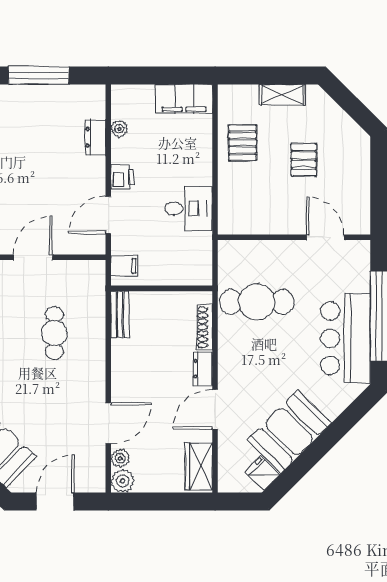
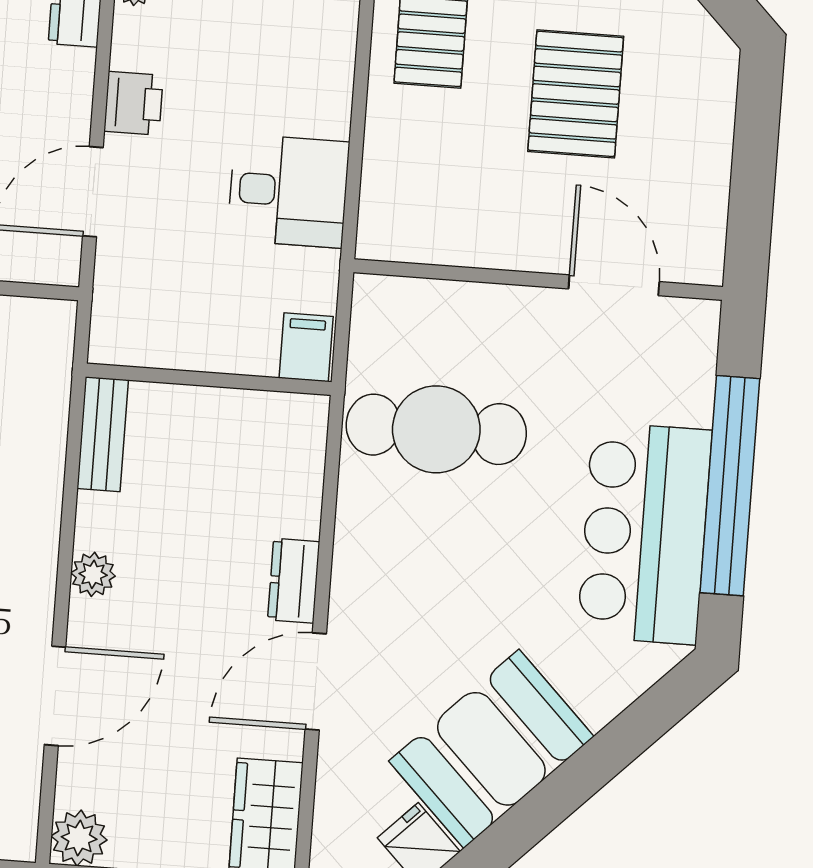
pallet: (304, 160) -> (576, 94), width x1.50, depth x1.42
filing cabinet: (125, 266) -> (306, 347), moved, turned -90
shoe rack: (205, 327) -> (306, 481), removed
plant: (120, 458) -> (93, 574), moved

